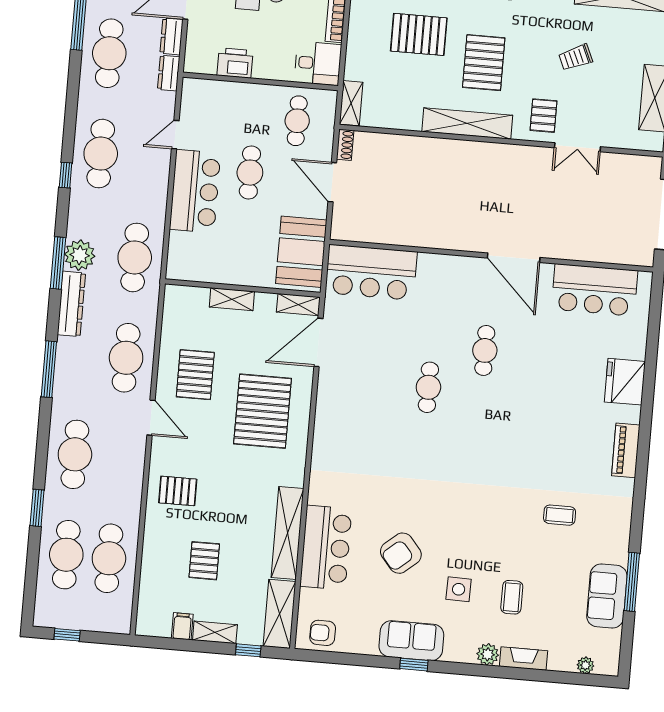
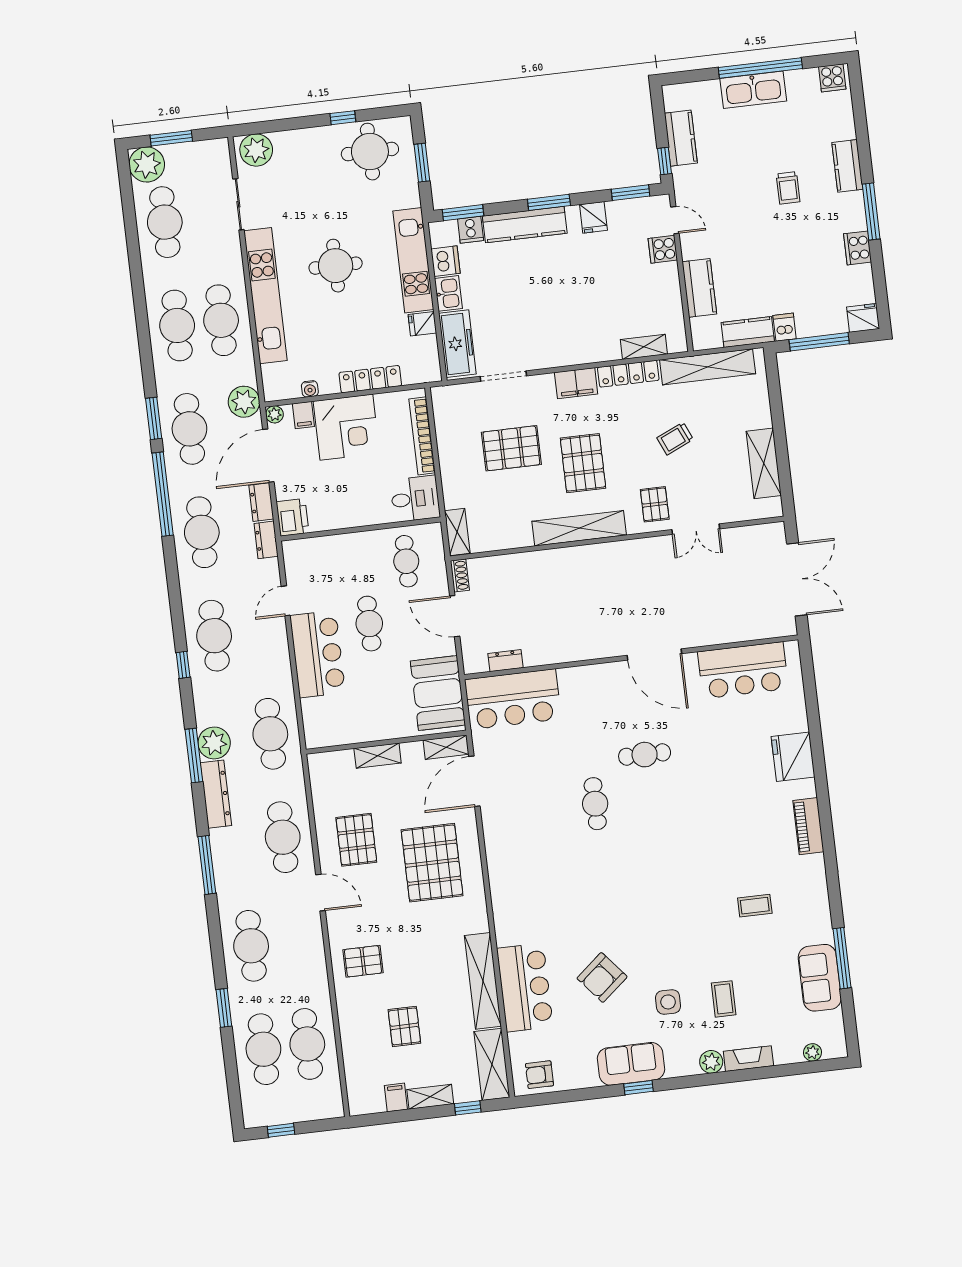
printer: (235, 63) -> (293, 517), moved, turned 90
dresser: (372, 234) -> (506, 661), added
cafe table: (485, 350) -> (645, 755), turned 90

